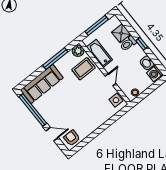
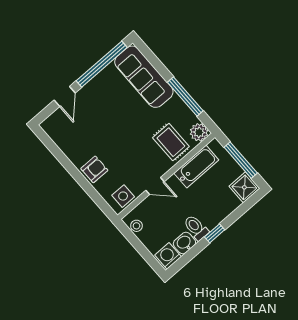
shower: (121, 33) -> (244, 187), moved
toilet: (128, 43) -> (196, 228), moved
armchair: (72, 138) -> (94, 169), moved

